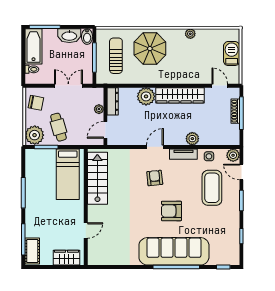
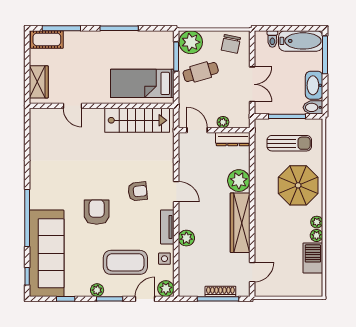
plant: (180, 34) -> (317, 222), added
barbecue: (232, 54) -> (313, 258), moved, turned -90
plant: (234, 211) -> (97, 290), added
sofa: (174, 251) -> (47, 253), moved

